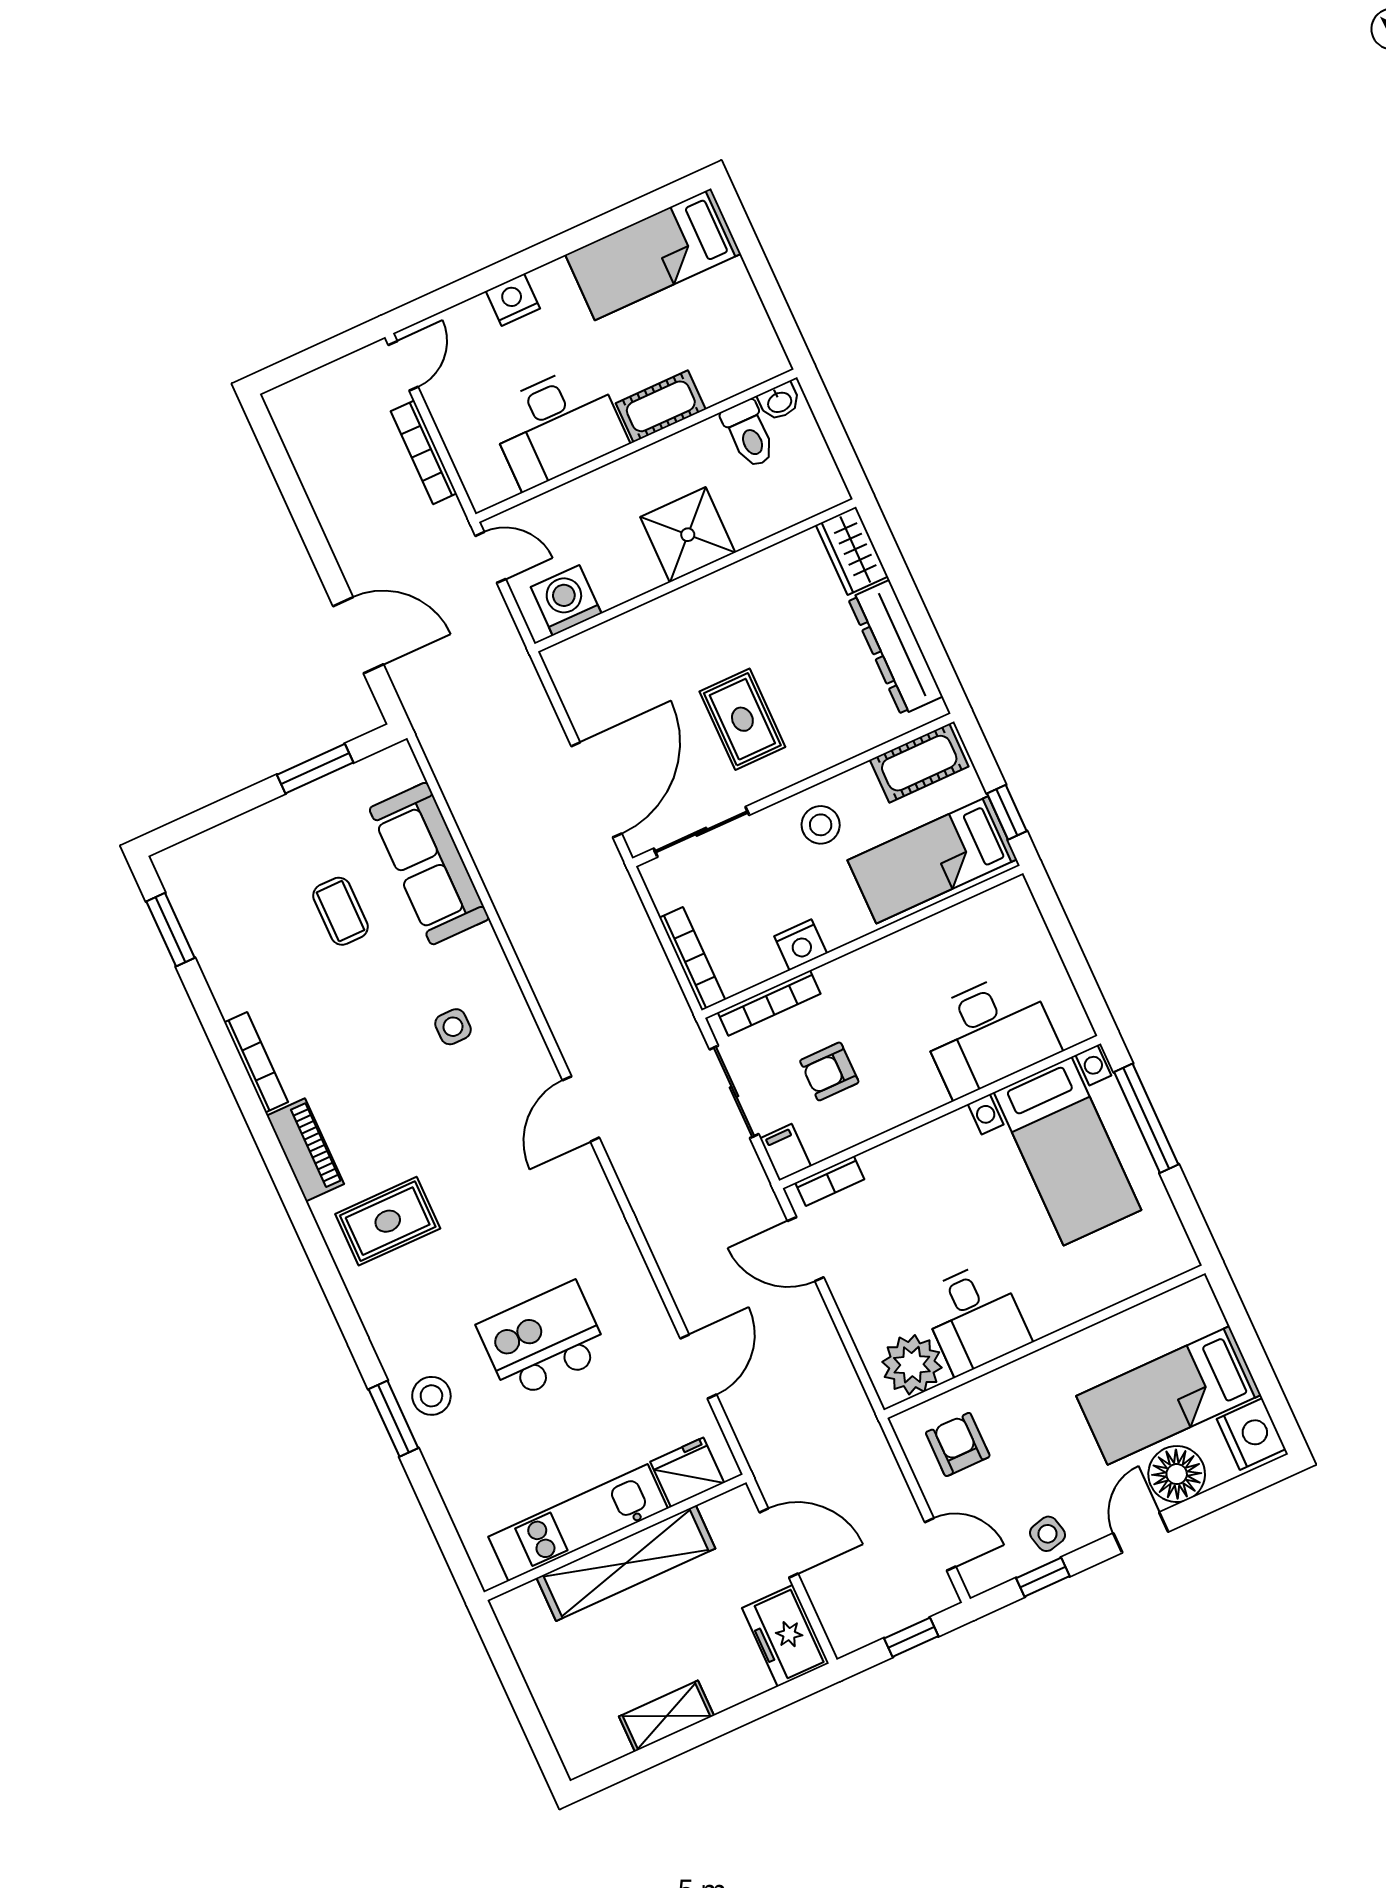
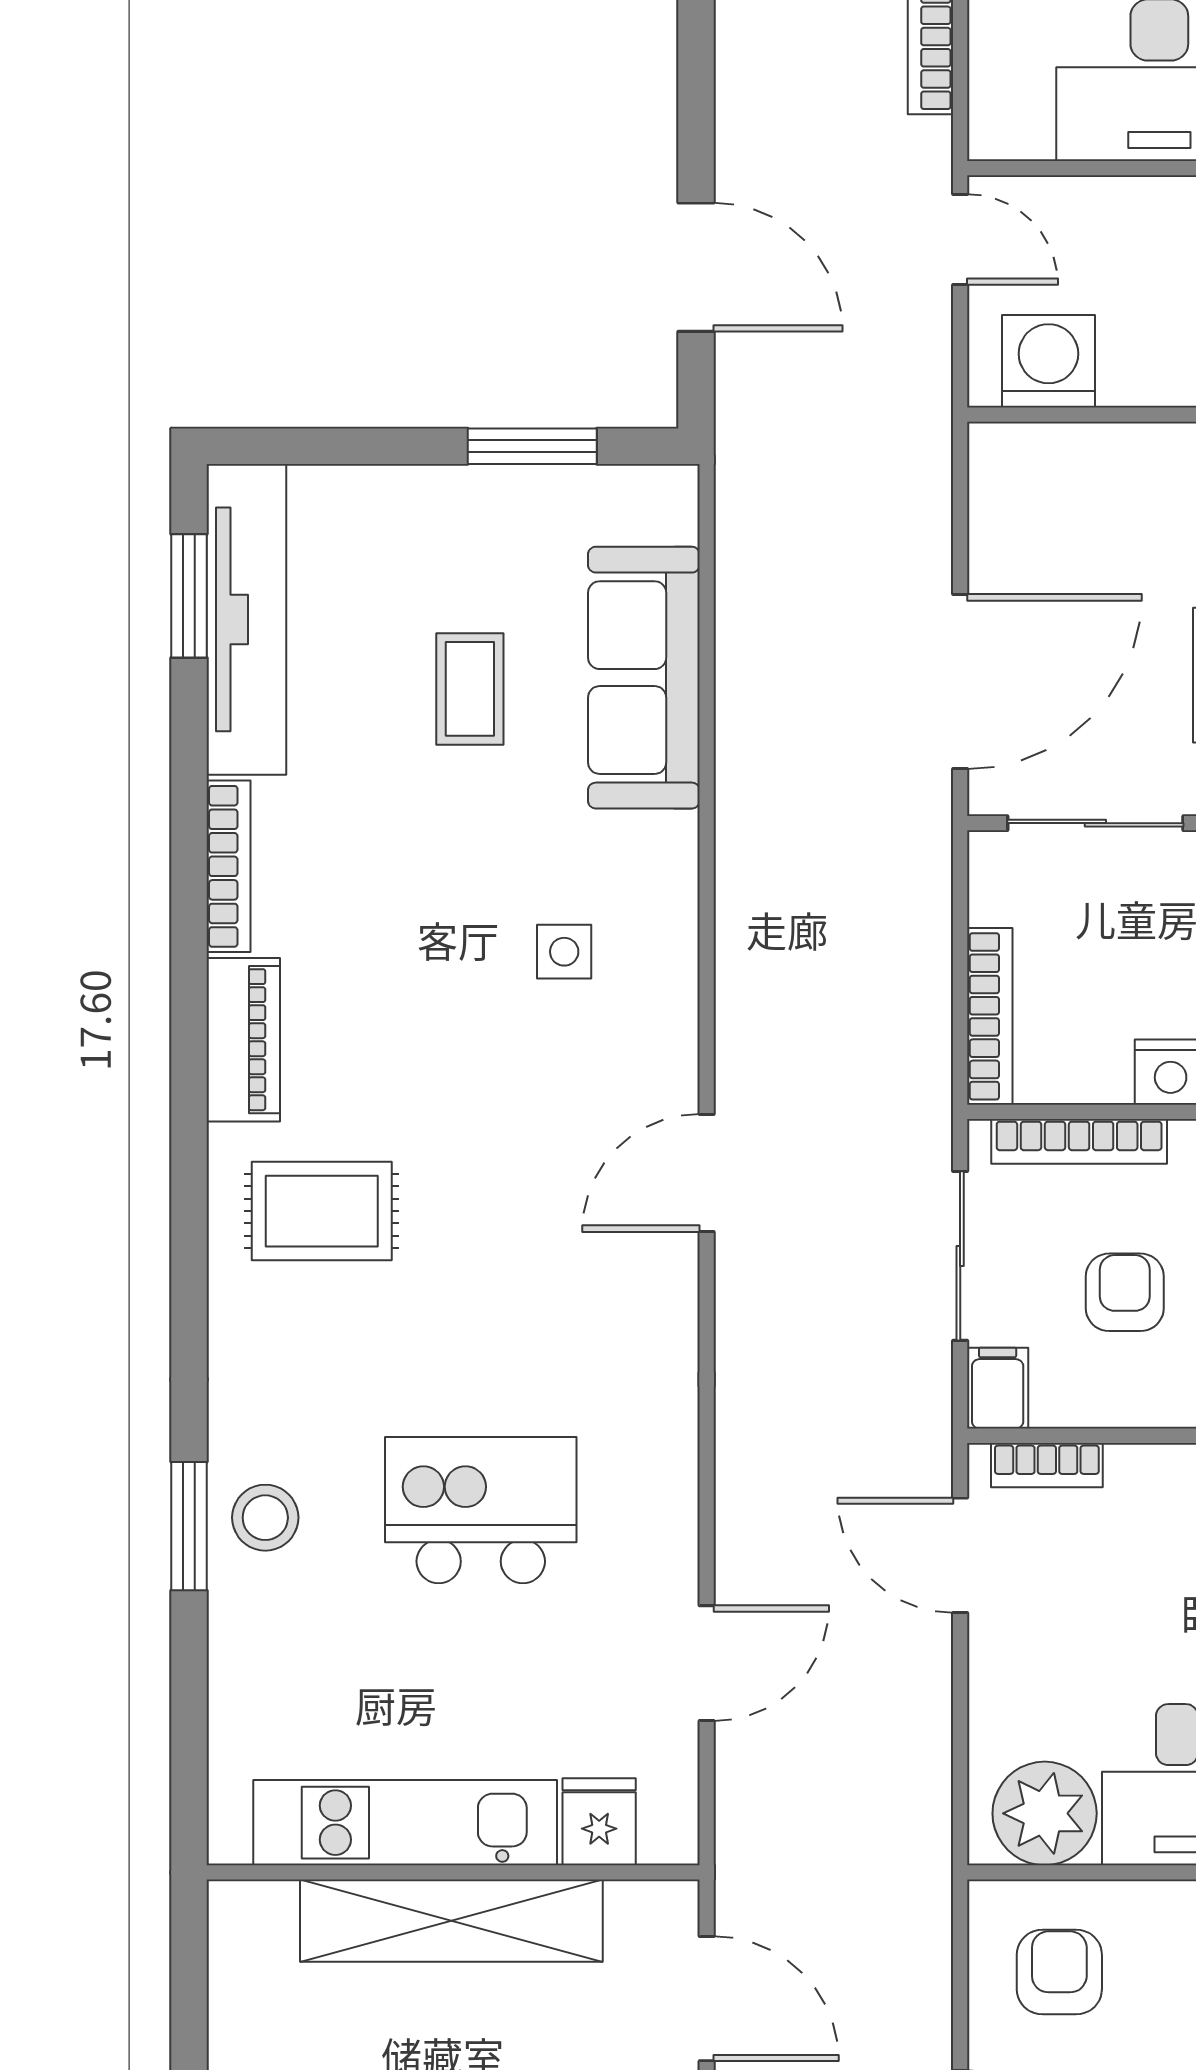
tv unit: (206, 928) -> (246, 619), added
armchair: (829, 1071) -> (1125, 1292), turned 90
fridge: (687, 1472) -> (599, 1822), width x0.72

